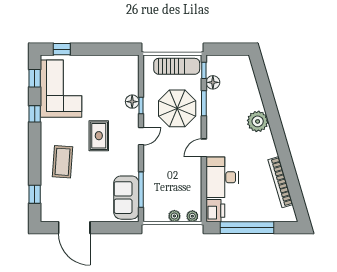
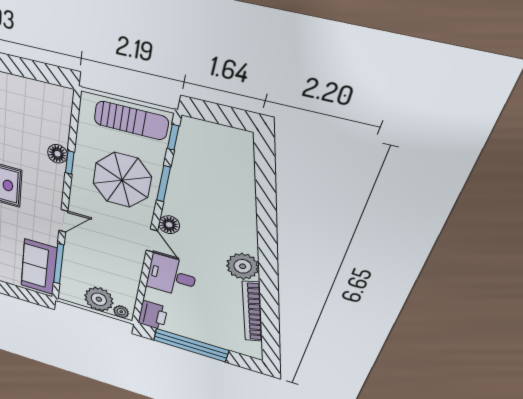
floor lamp: (213, 82) -> (169, 225), moved
plant: (258, 121) -> (243, 266), moved
door: (141, 136) -> (63, 221), moved
door: (204, 148) -> (152, 241), swing flipped
desk: (222, 177) -> (172, 276), width x0.73
plant: (174, 216) -> (99, 299), width x1.88, depth x1.88

